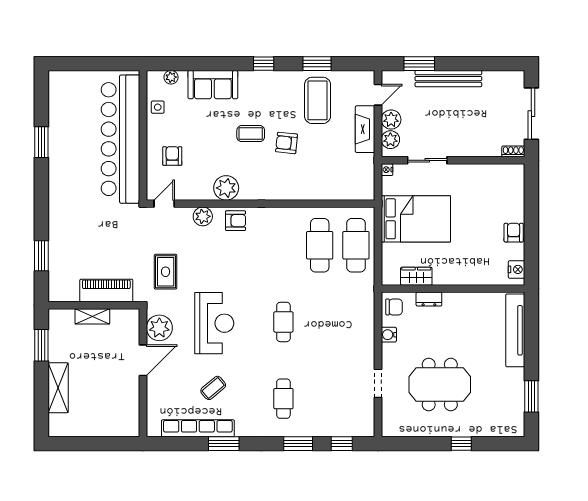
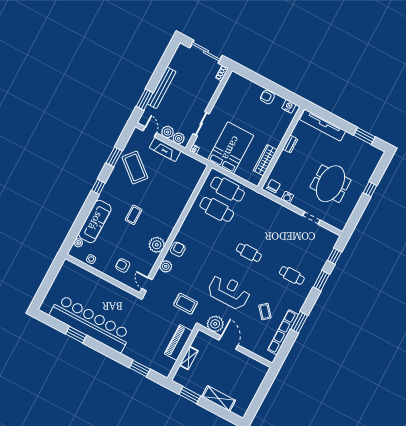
sofa: (213, 85) -> (95, 221), width x1.36
coffee table: (318, 100) -> (135, 168), turned 40
bar counter: (121, 139) -> (90, 324), moved, turned 180
armchair: (287, 143) -> (150, 198), removed
wardrobe: (416, 276) -> (265, 160), width x1.50
dresser: (429, 299) -> (290, 144), moved

